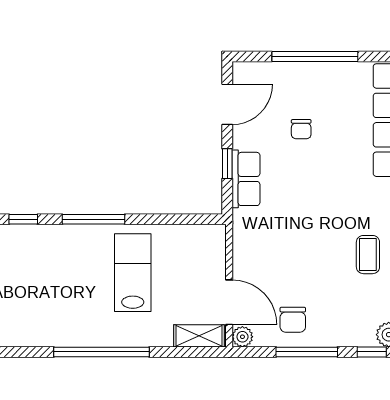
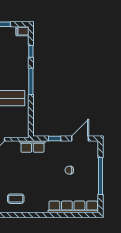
door: (227, 104) -> (80, 139), swing flipped
row of seats: (246, 179) -> (32, 147), moved

